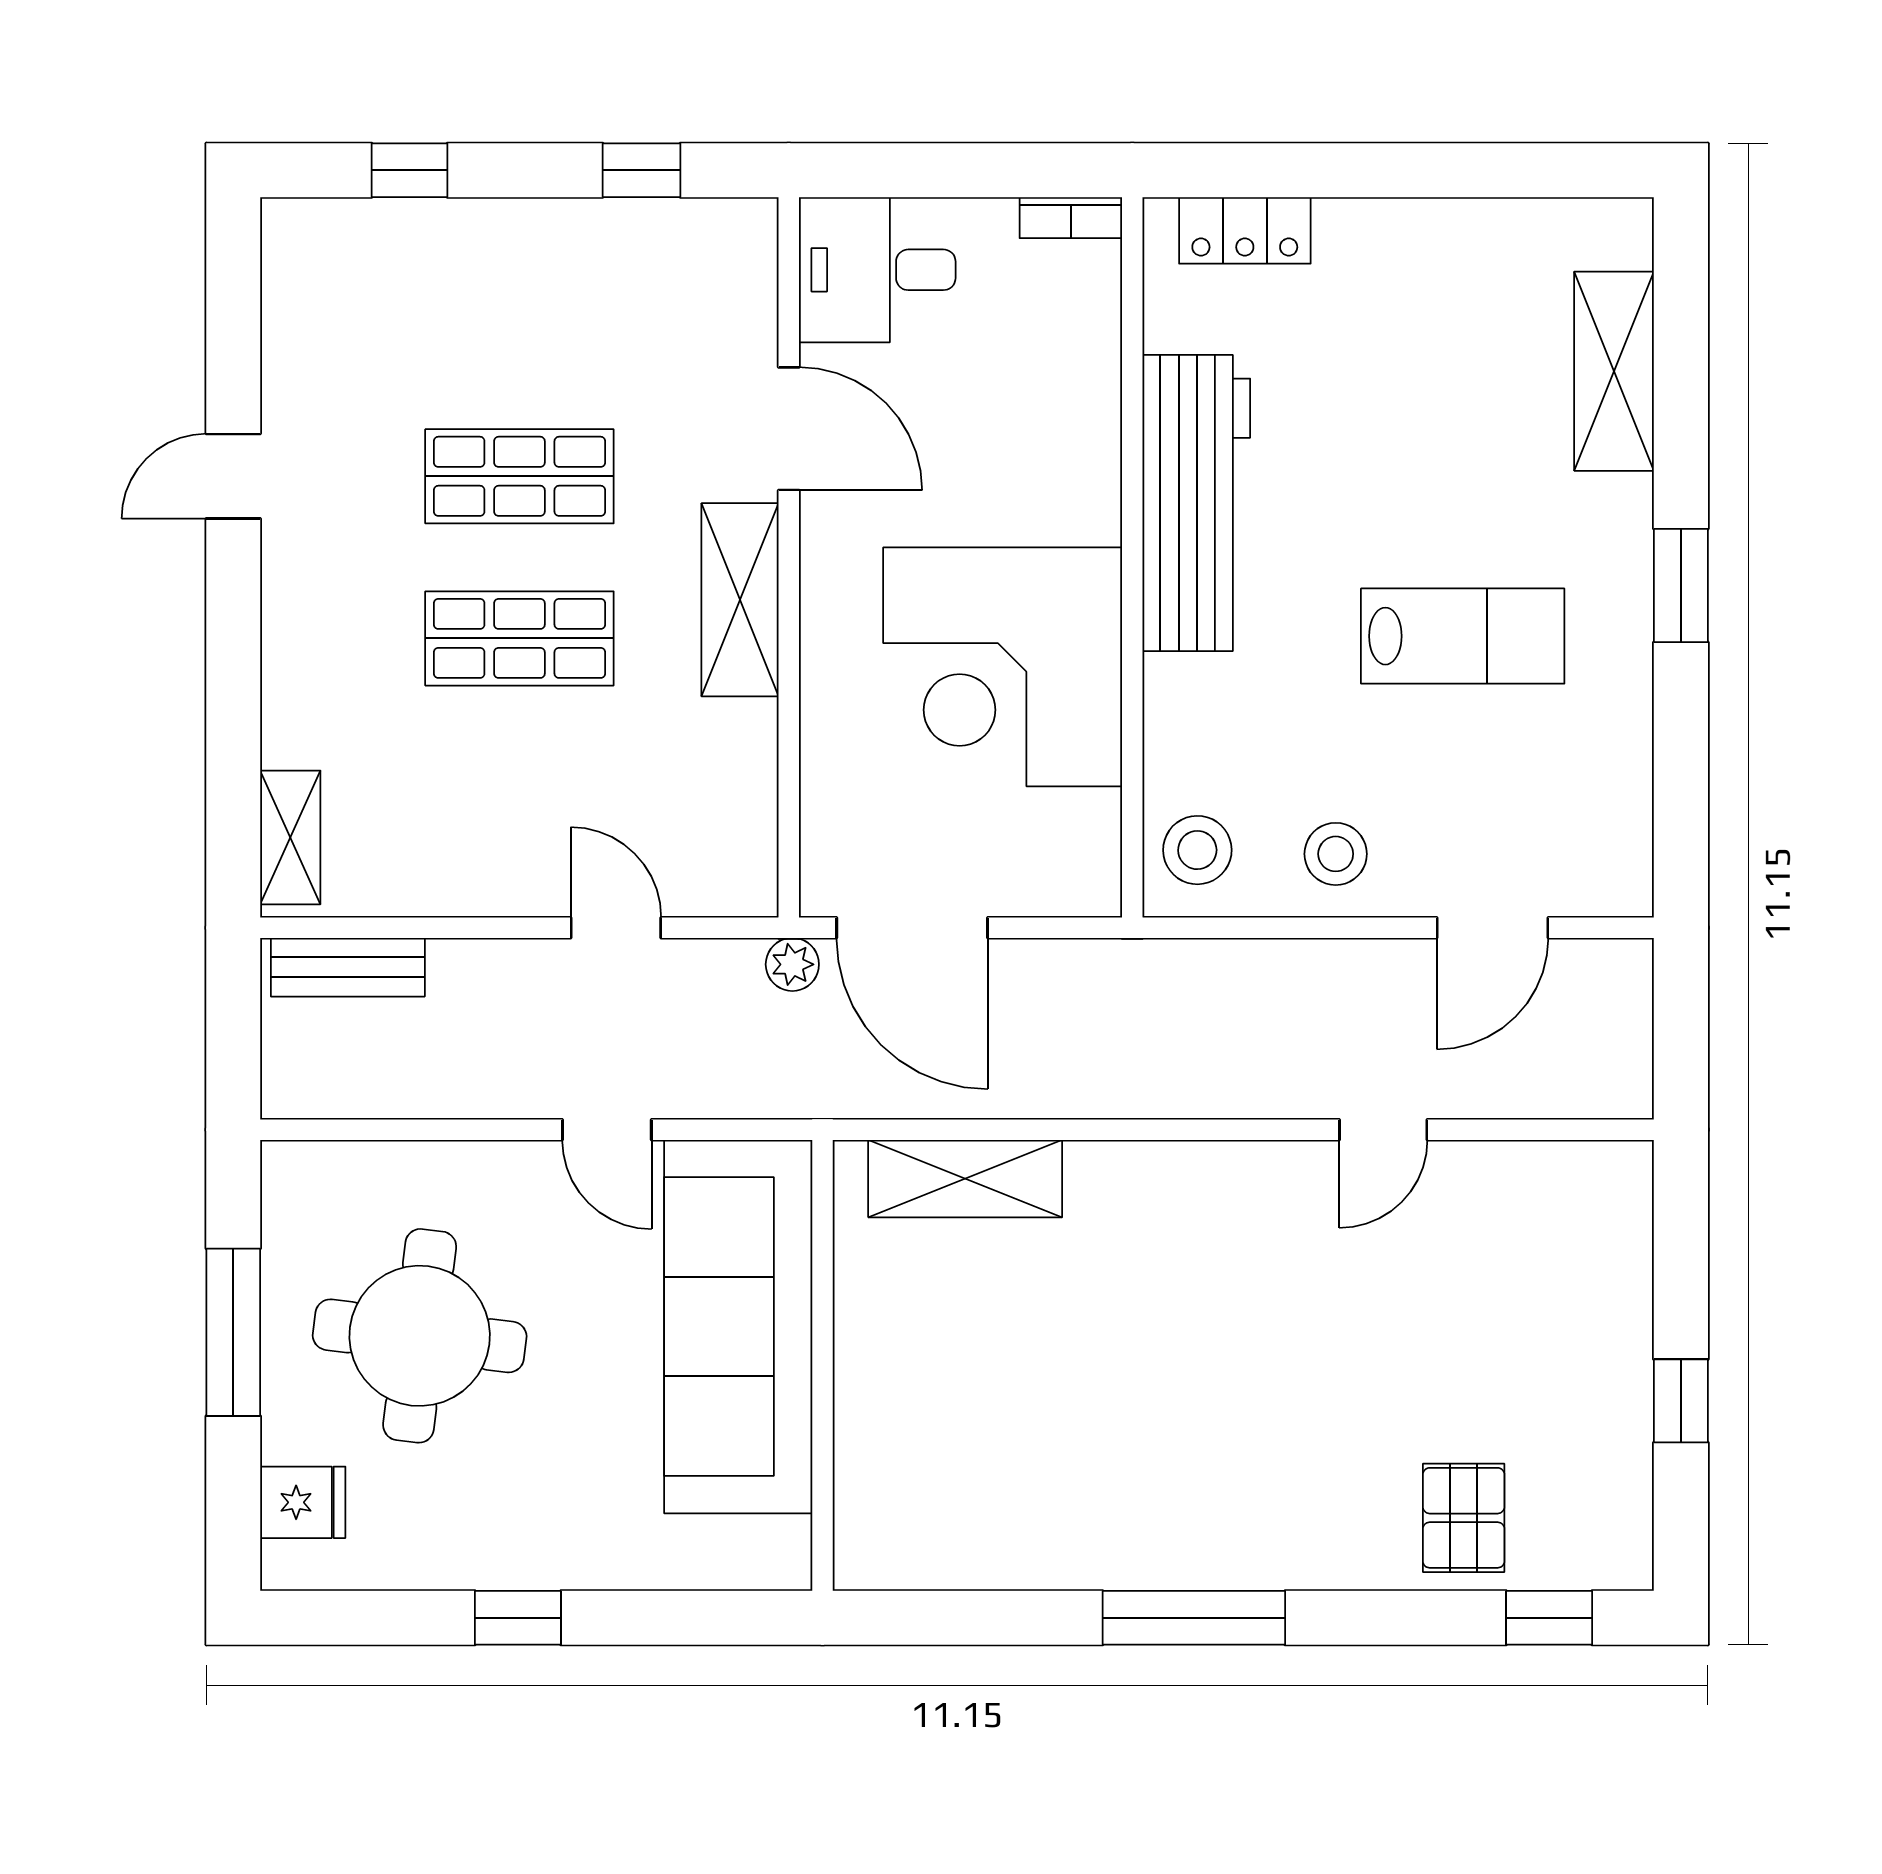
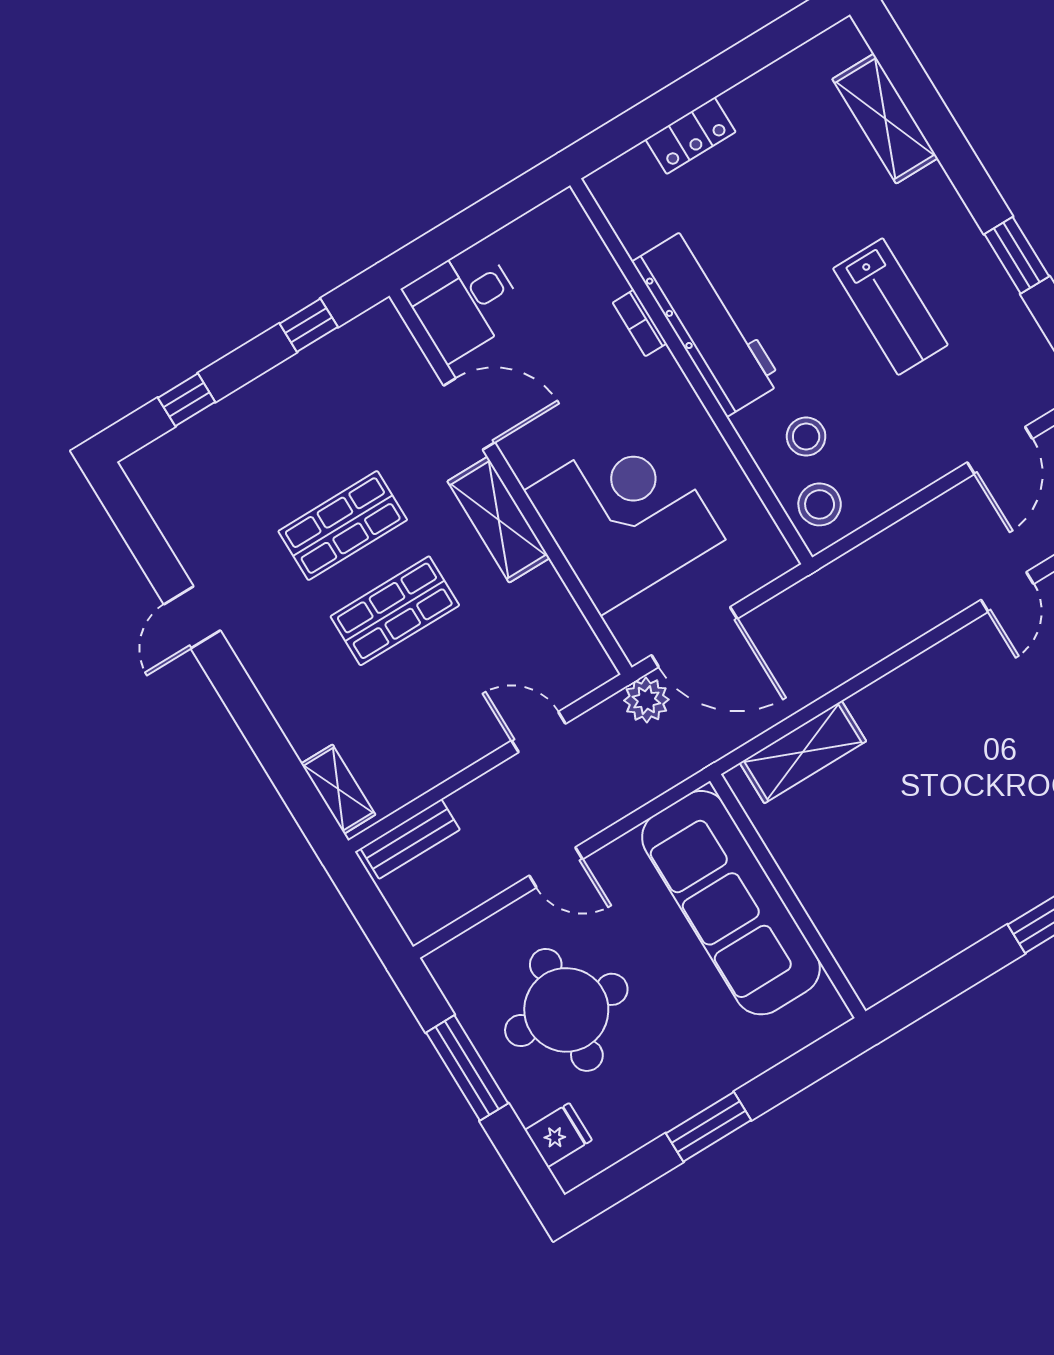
bookcase: (1071, 218) -> (640, 323), moved, turned 90
locker: (1245, 230) -> (691, 136), moved
window: (1681, 586) -> (1017, 255), moved
lab bench: (1463, 636) -> (890, 307), turned 90
corner desk: (1003, 667) -> (625, 515), moved, turned 180
stool: (1336, 854) -> (806, 437), moved
plant: (792, 964) -> (646, 700), width x1.38, depth x1.38
door: (607, 1130) -> (556, 867), moved
window: (518, 1618) -> (709, 1127), width x1.50

